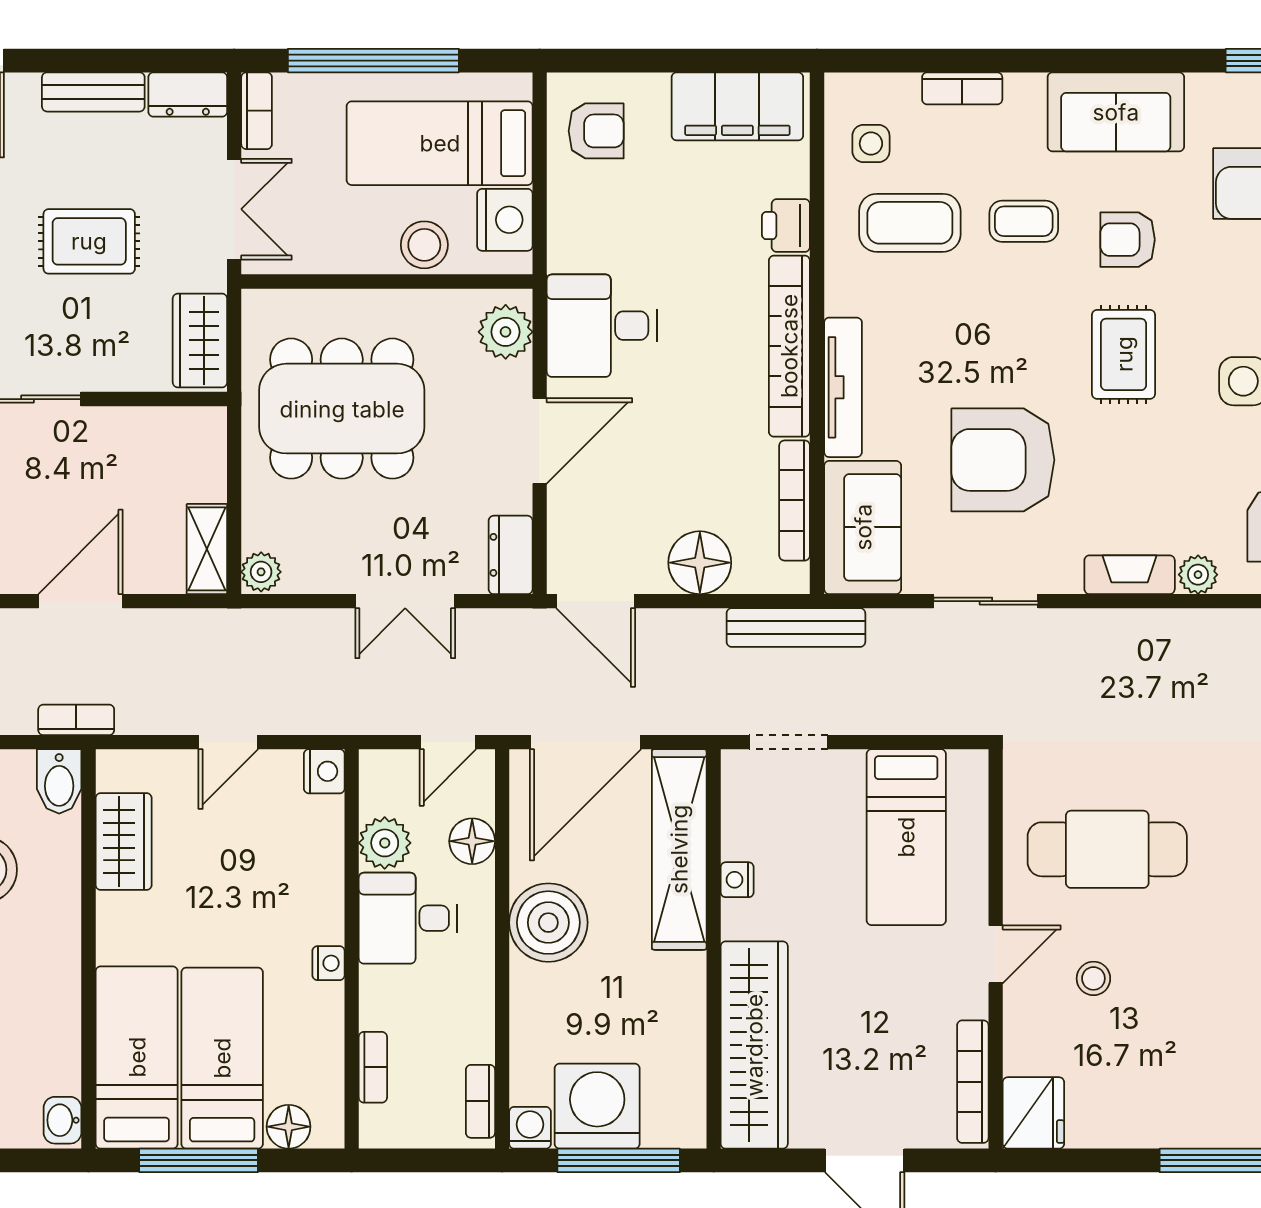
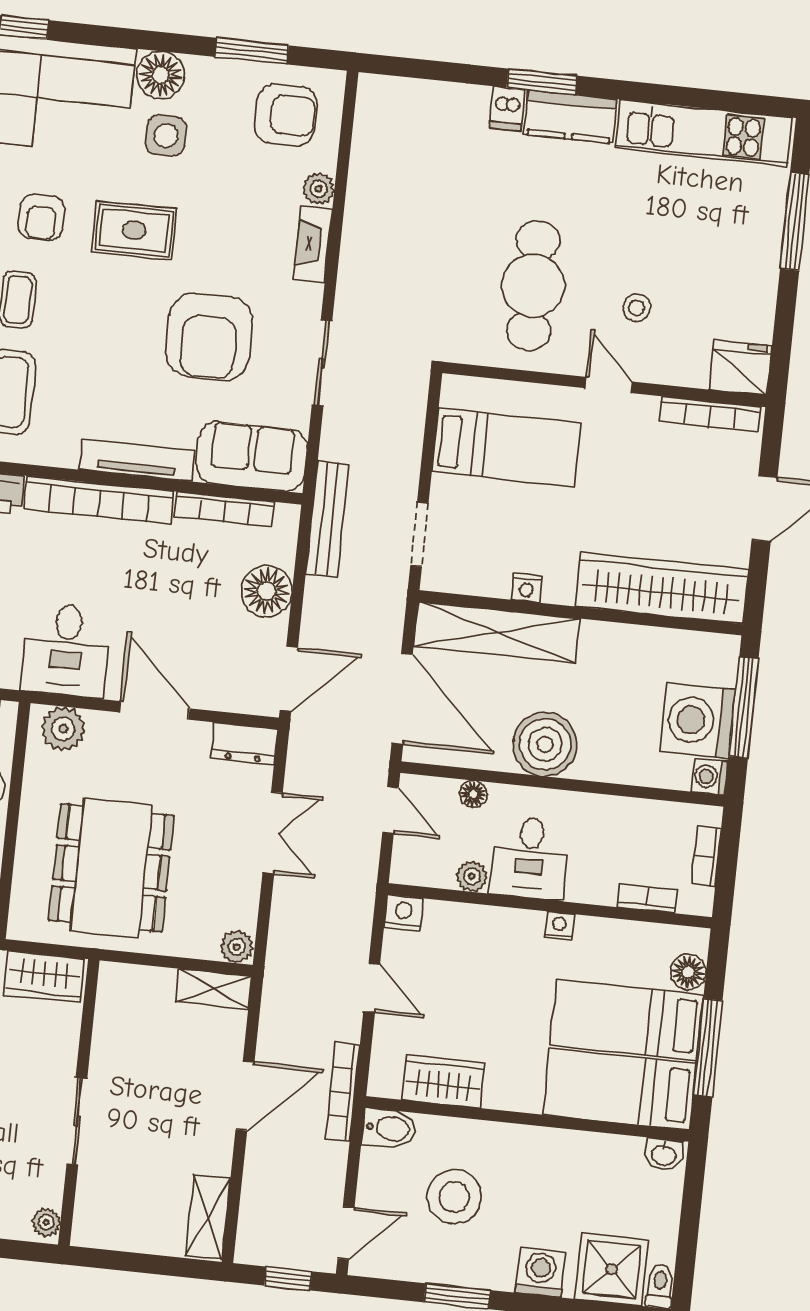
door: (80, 601) -> (245, 1096), swing flipped
bookcase: (76, 720) -> (343, 1092), width x1.56
floor lamp: (472, 841) -> (473, 794), width x0.73, depth x0.73
plant: (385, 843) -> (472, 876), width x0.73, depth x0.73
bookcase: (480, 1101) -> (706, 857), moved, turned 90

